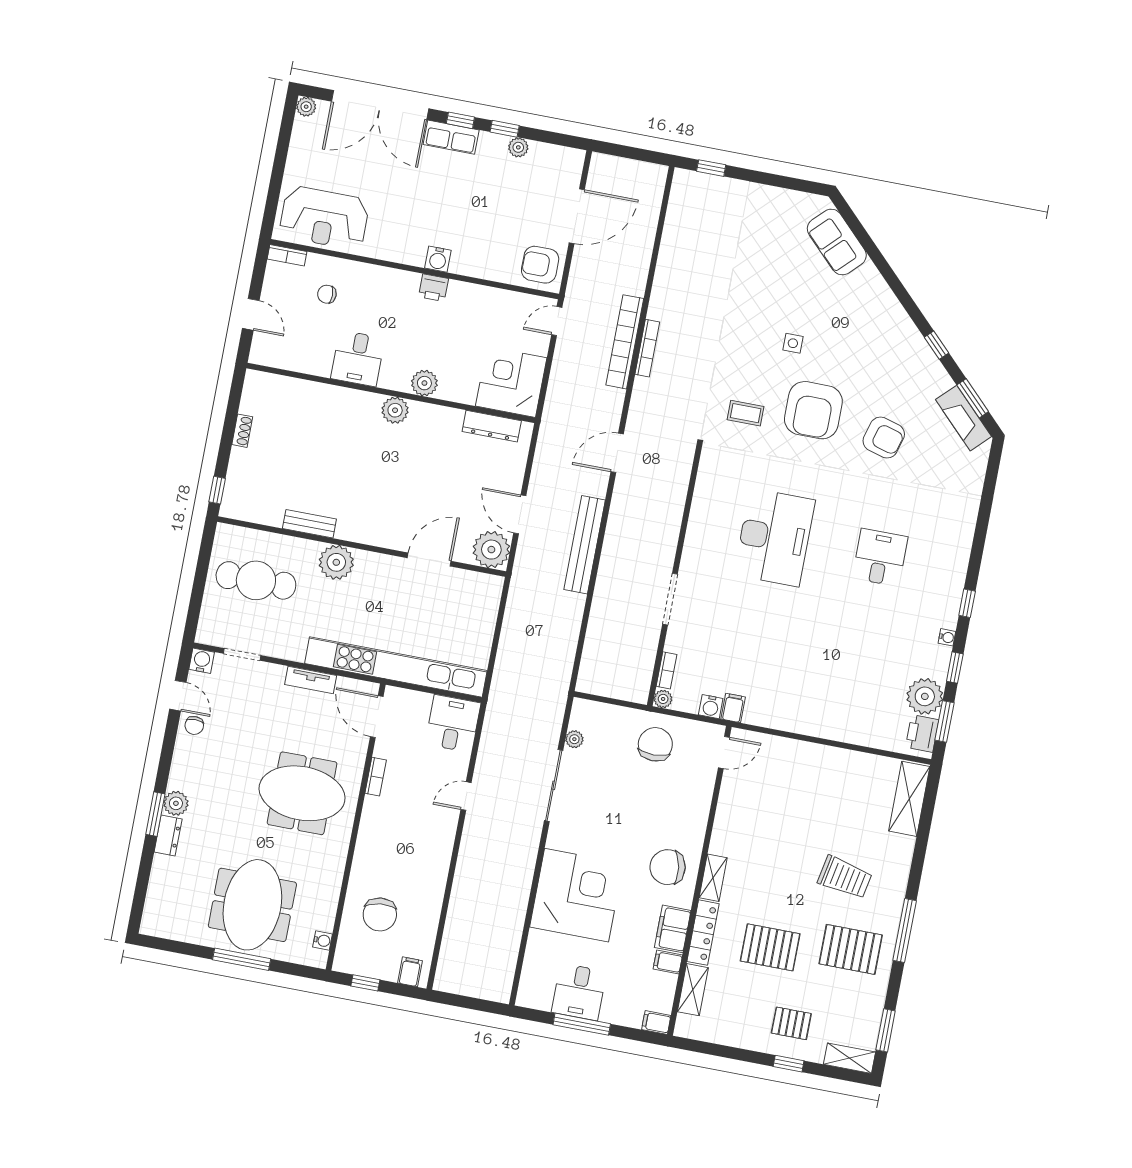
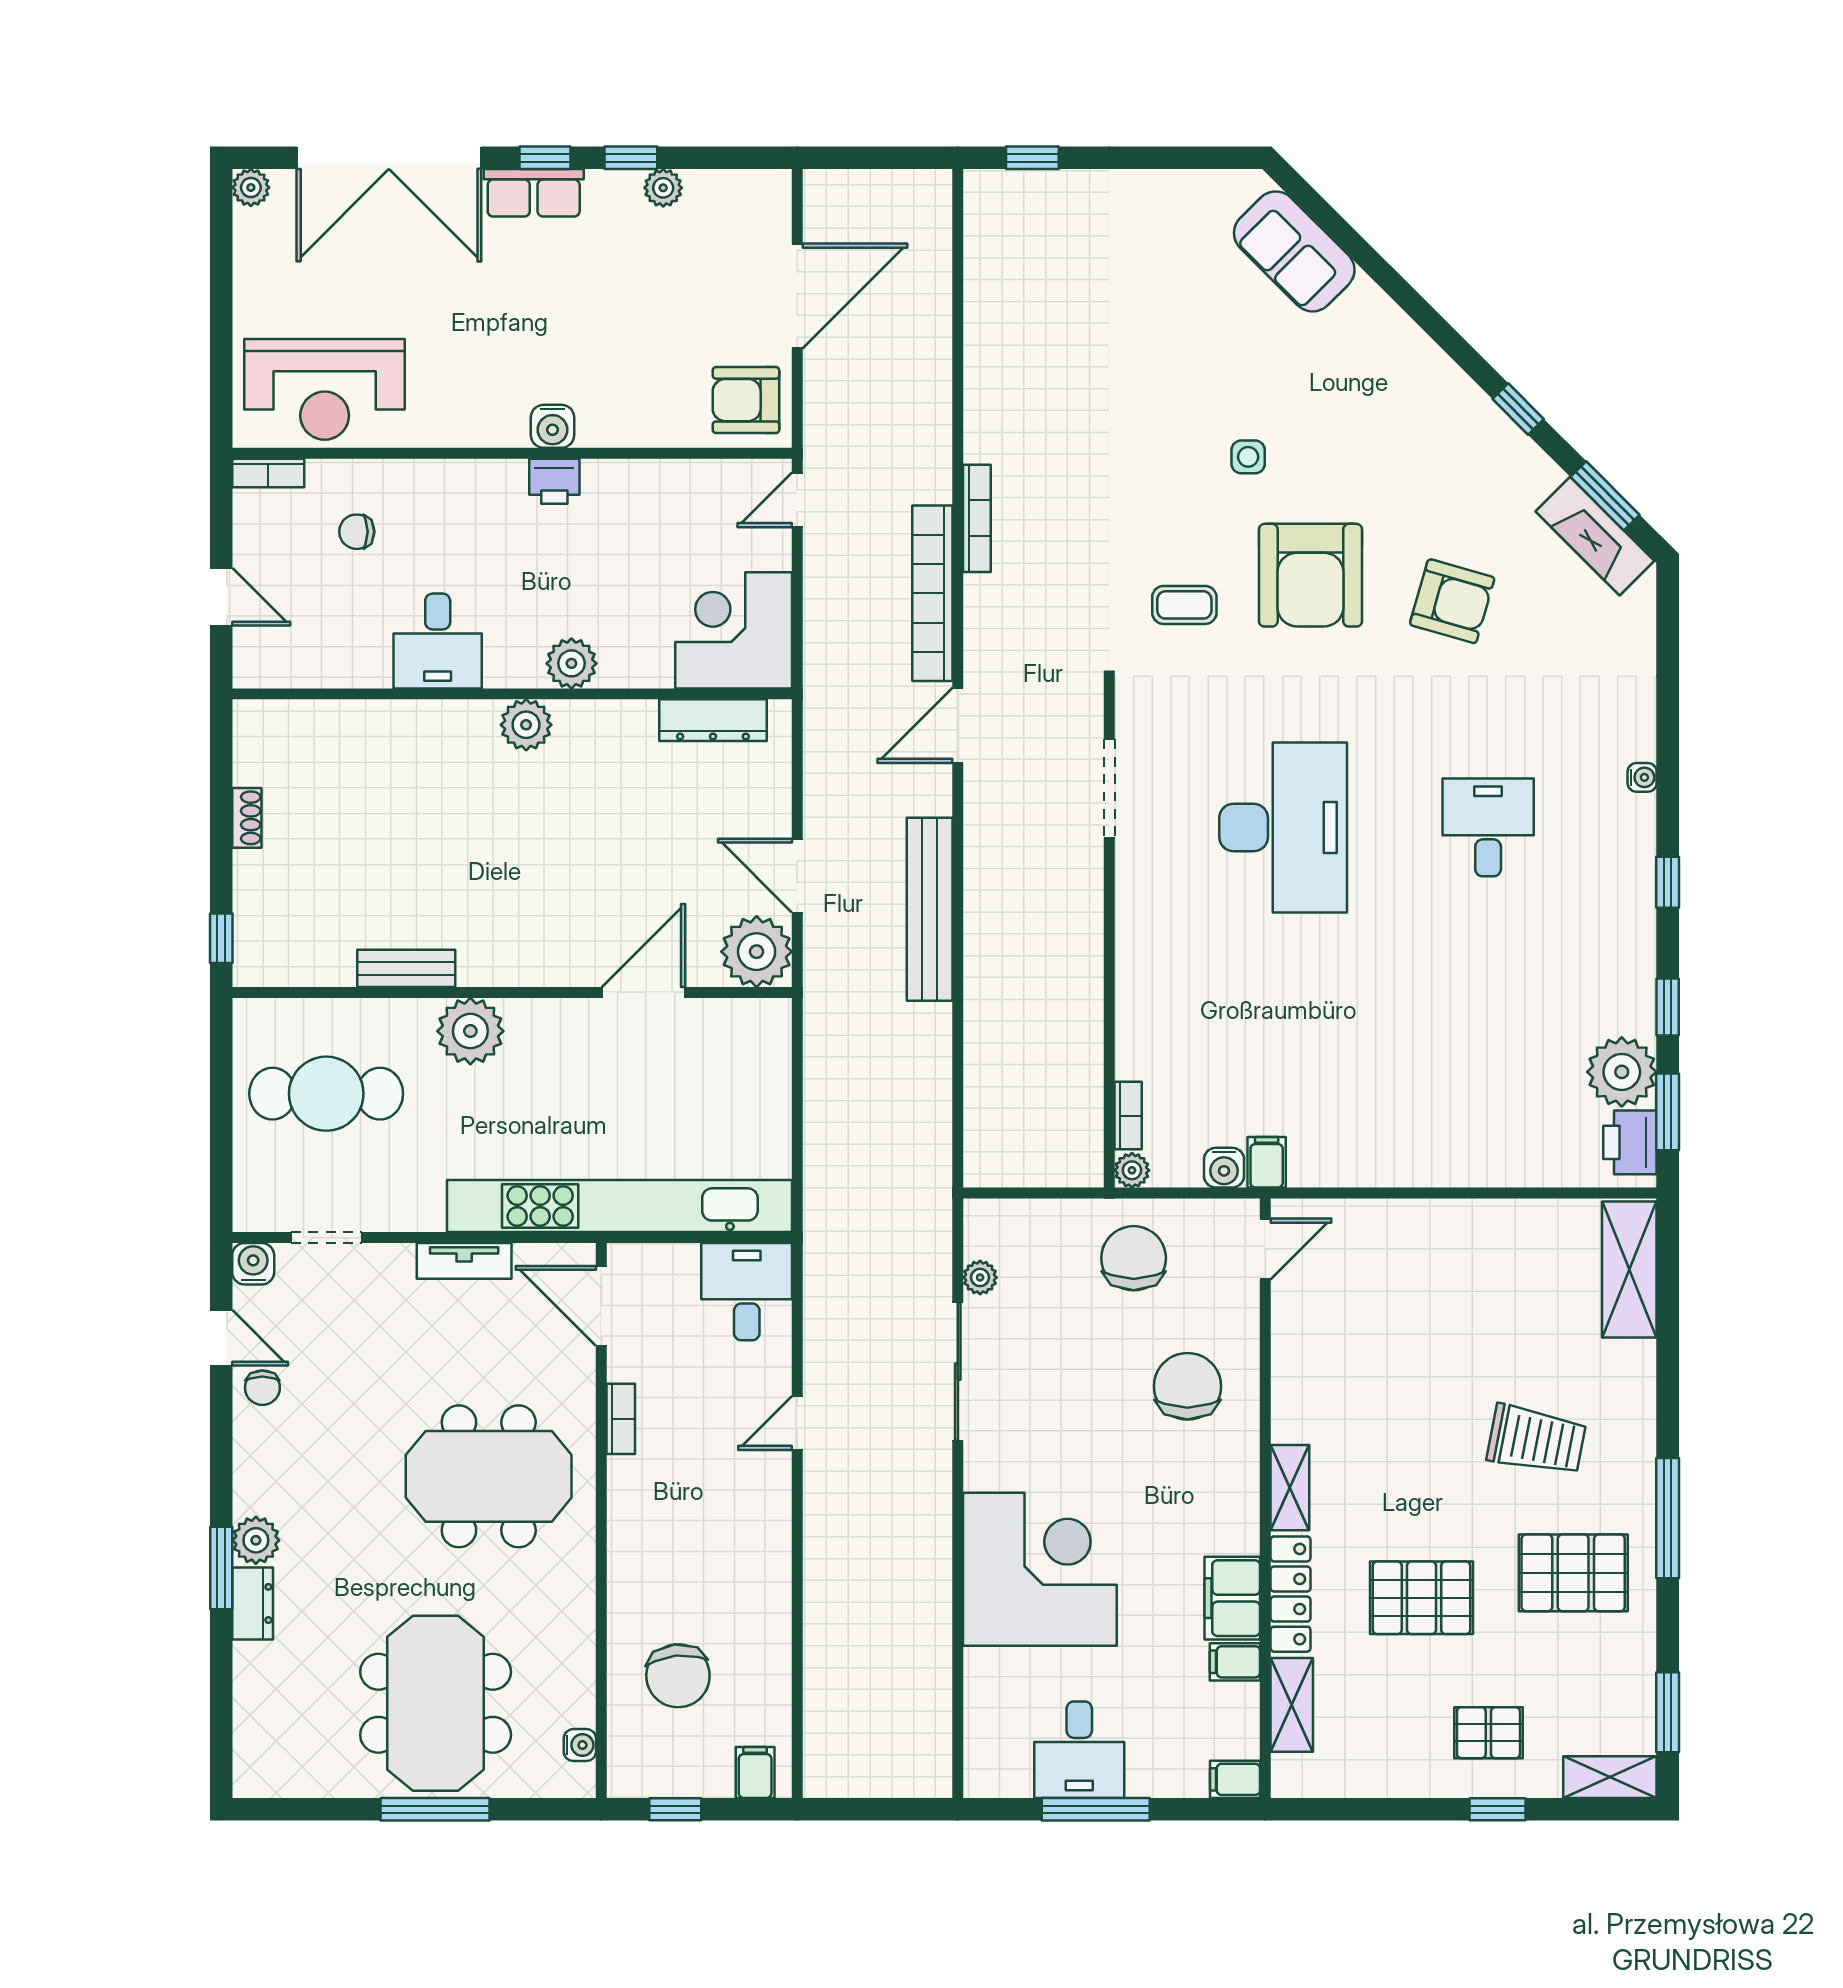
bookcase: (625, 342) -> (932, 593), moved
doorway: (670, 599) -> (1109, 789), moved
water cooler: (947, 637) -> (1642, 777), moved
chair: (668, 867) -> (1187, 1386), moved, turned 99

